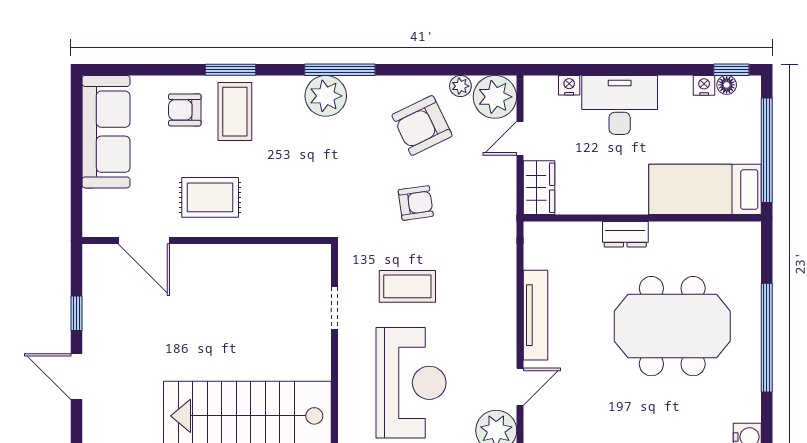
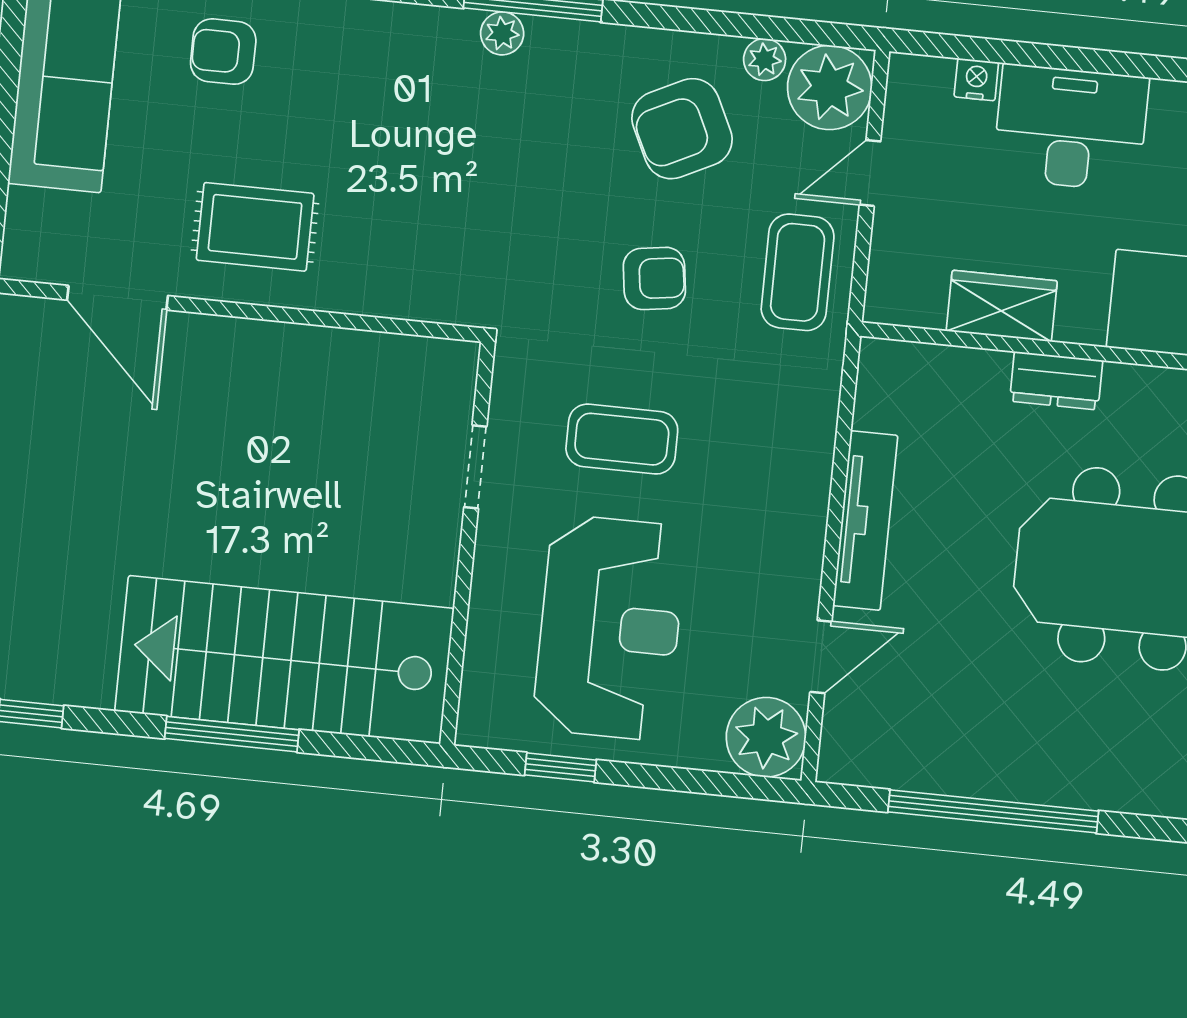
plant: (326, 96) -> (502, 33), width x0.53, depth x0.53
coffee table: (235, 112) -> (798, 272), moved
wardrobe: (539, 188) -> (1002, 306), moved, turned -90

